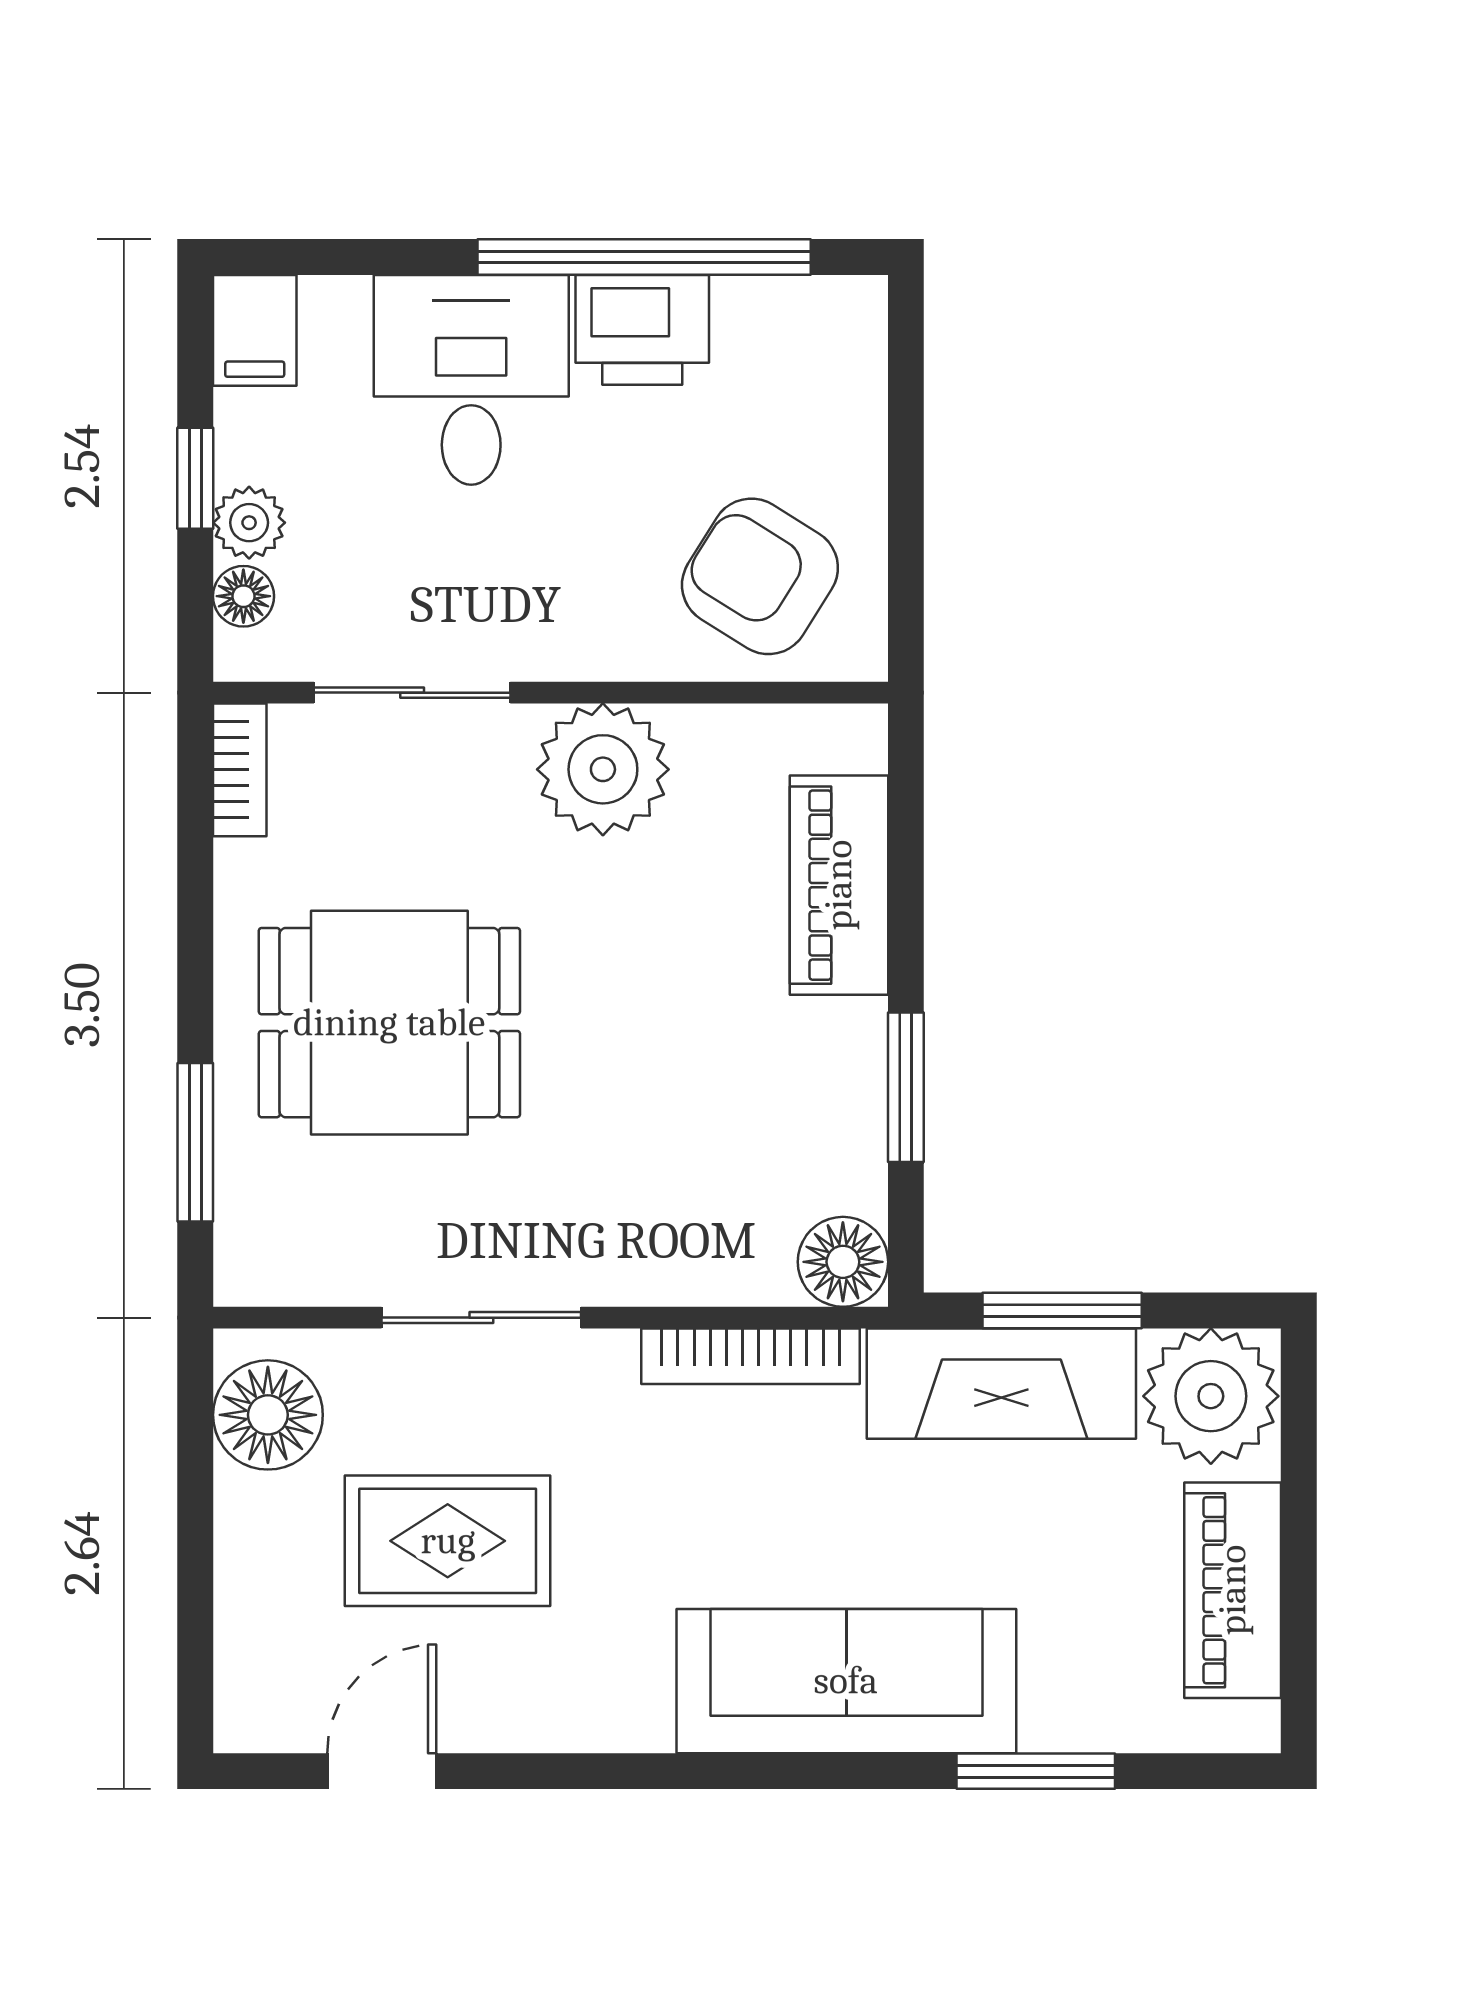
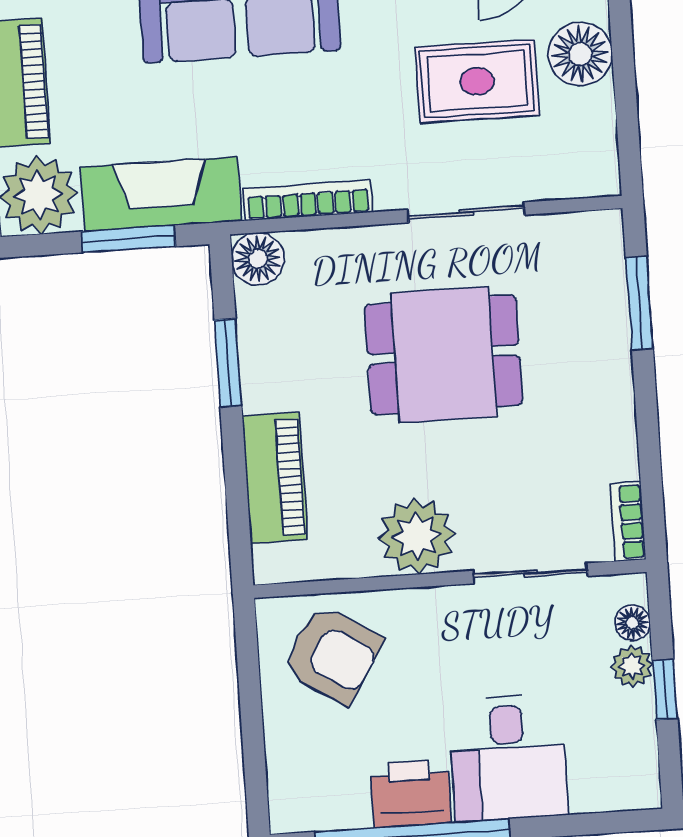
filing cabinet: (255, 330) -> (636, 778), removed
dining table: (389, 1023) -> (444, 355), moved
floor lamp: (268, 1415) -> (580, 54), moved

